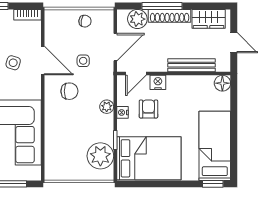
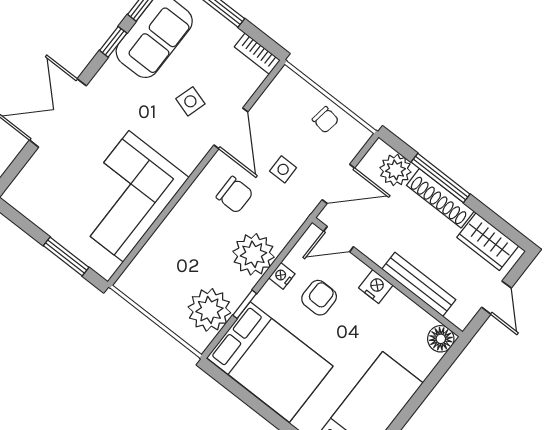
nightstand: (158, 82) -> (376, 286), moved
plant: (107, 107) -> (253, 254), width x1.87, depth x1.87

